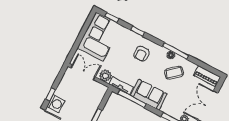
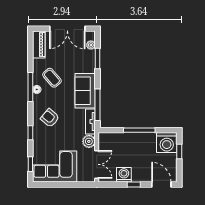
armchair: (141, 54) -> (50, 118), turned -140
double door: (83, 72) -> (97, 164), swing flipped
washing machine: (56, 104) -> (124, 175), moved

